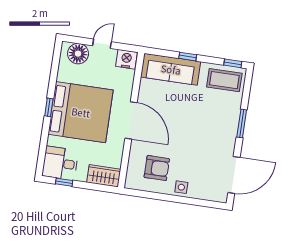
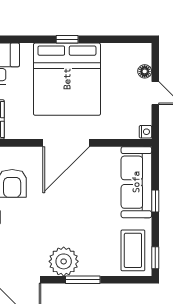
floor lamp: (78, 54) -> (145, 71), width x0.53, depth x0.53
nightstand: (126, 59) -> (145, 132), width x0.53, depth x0.56
plant: (225, 136) -> (64, 261), added

